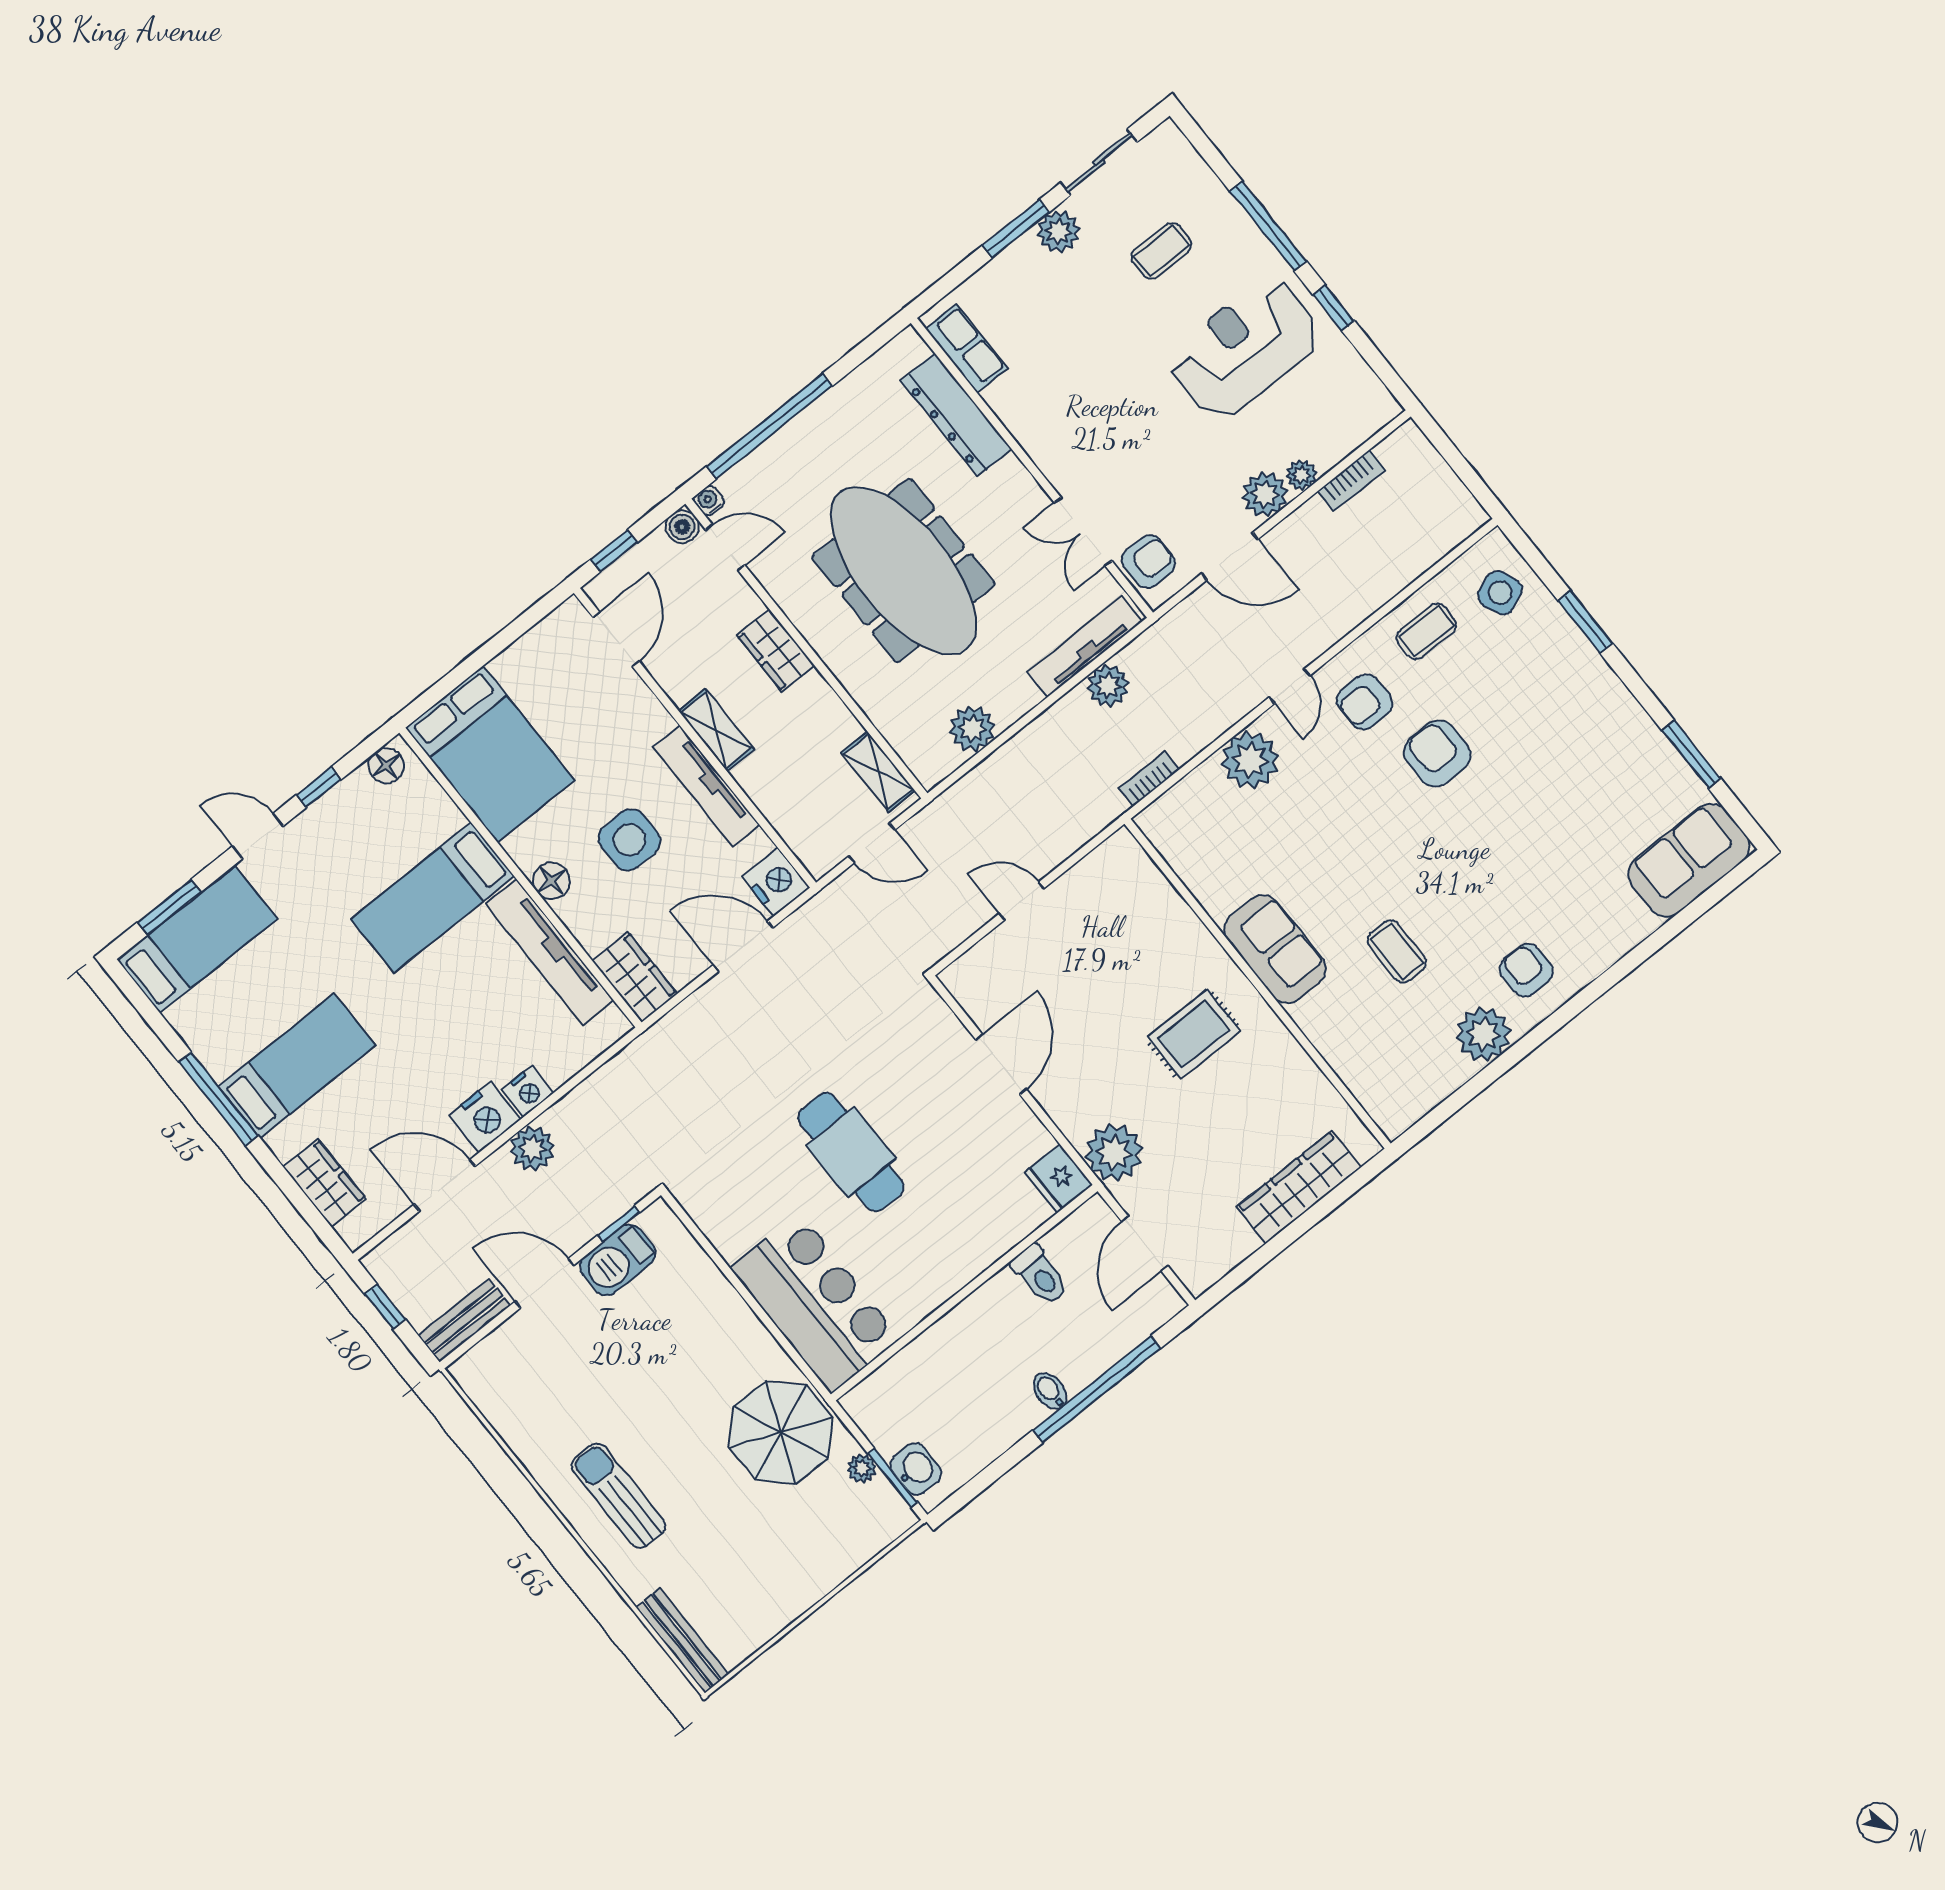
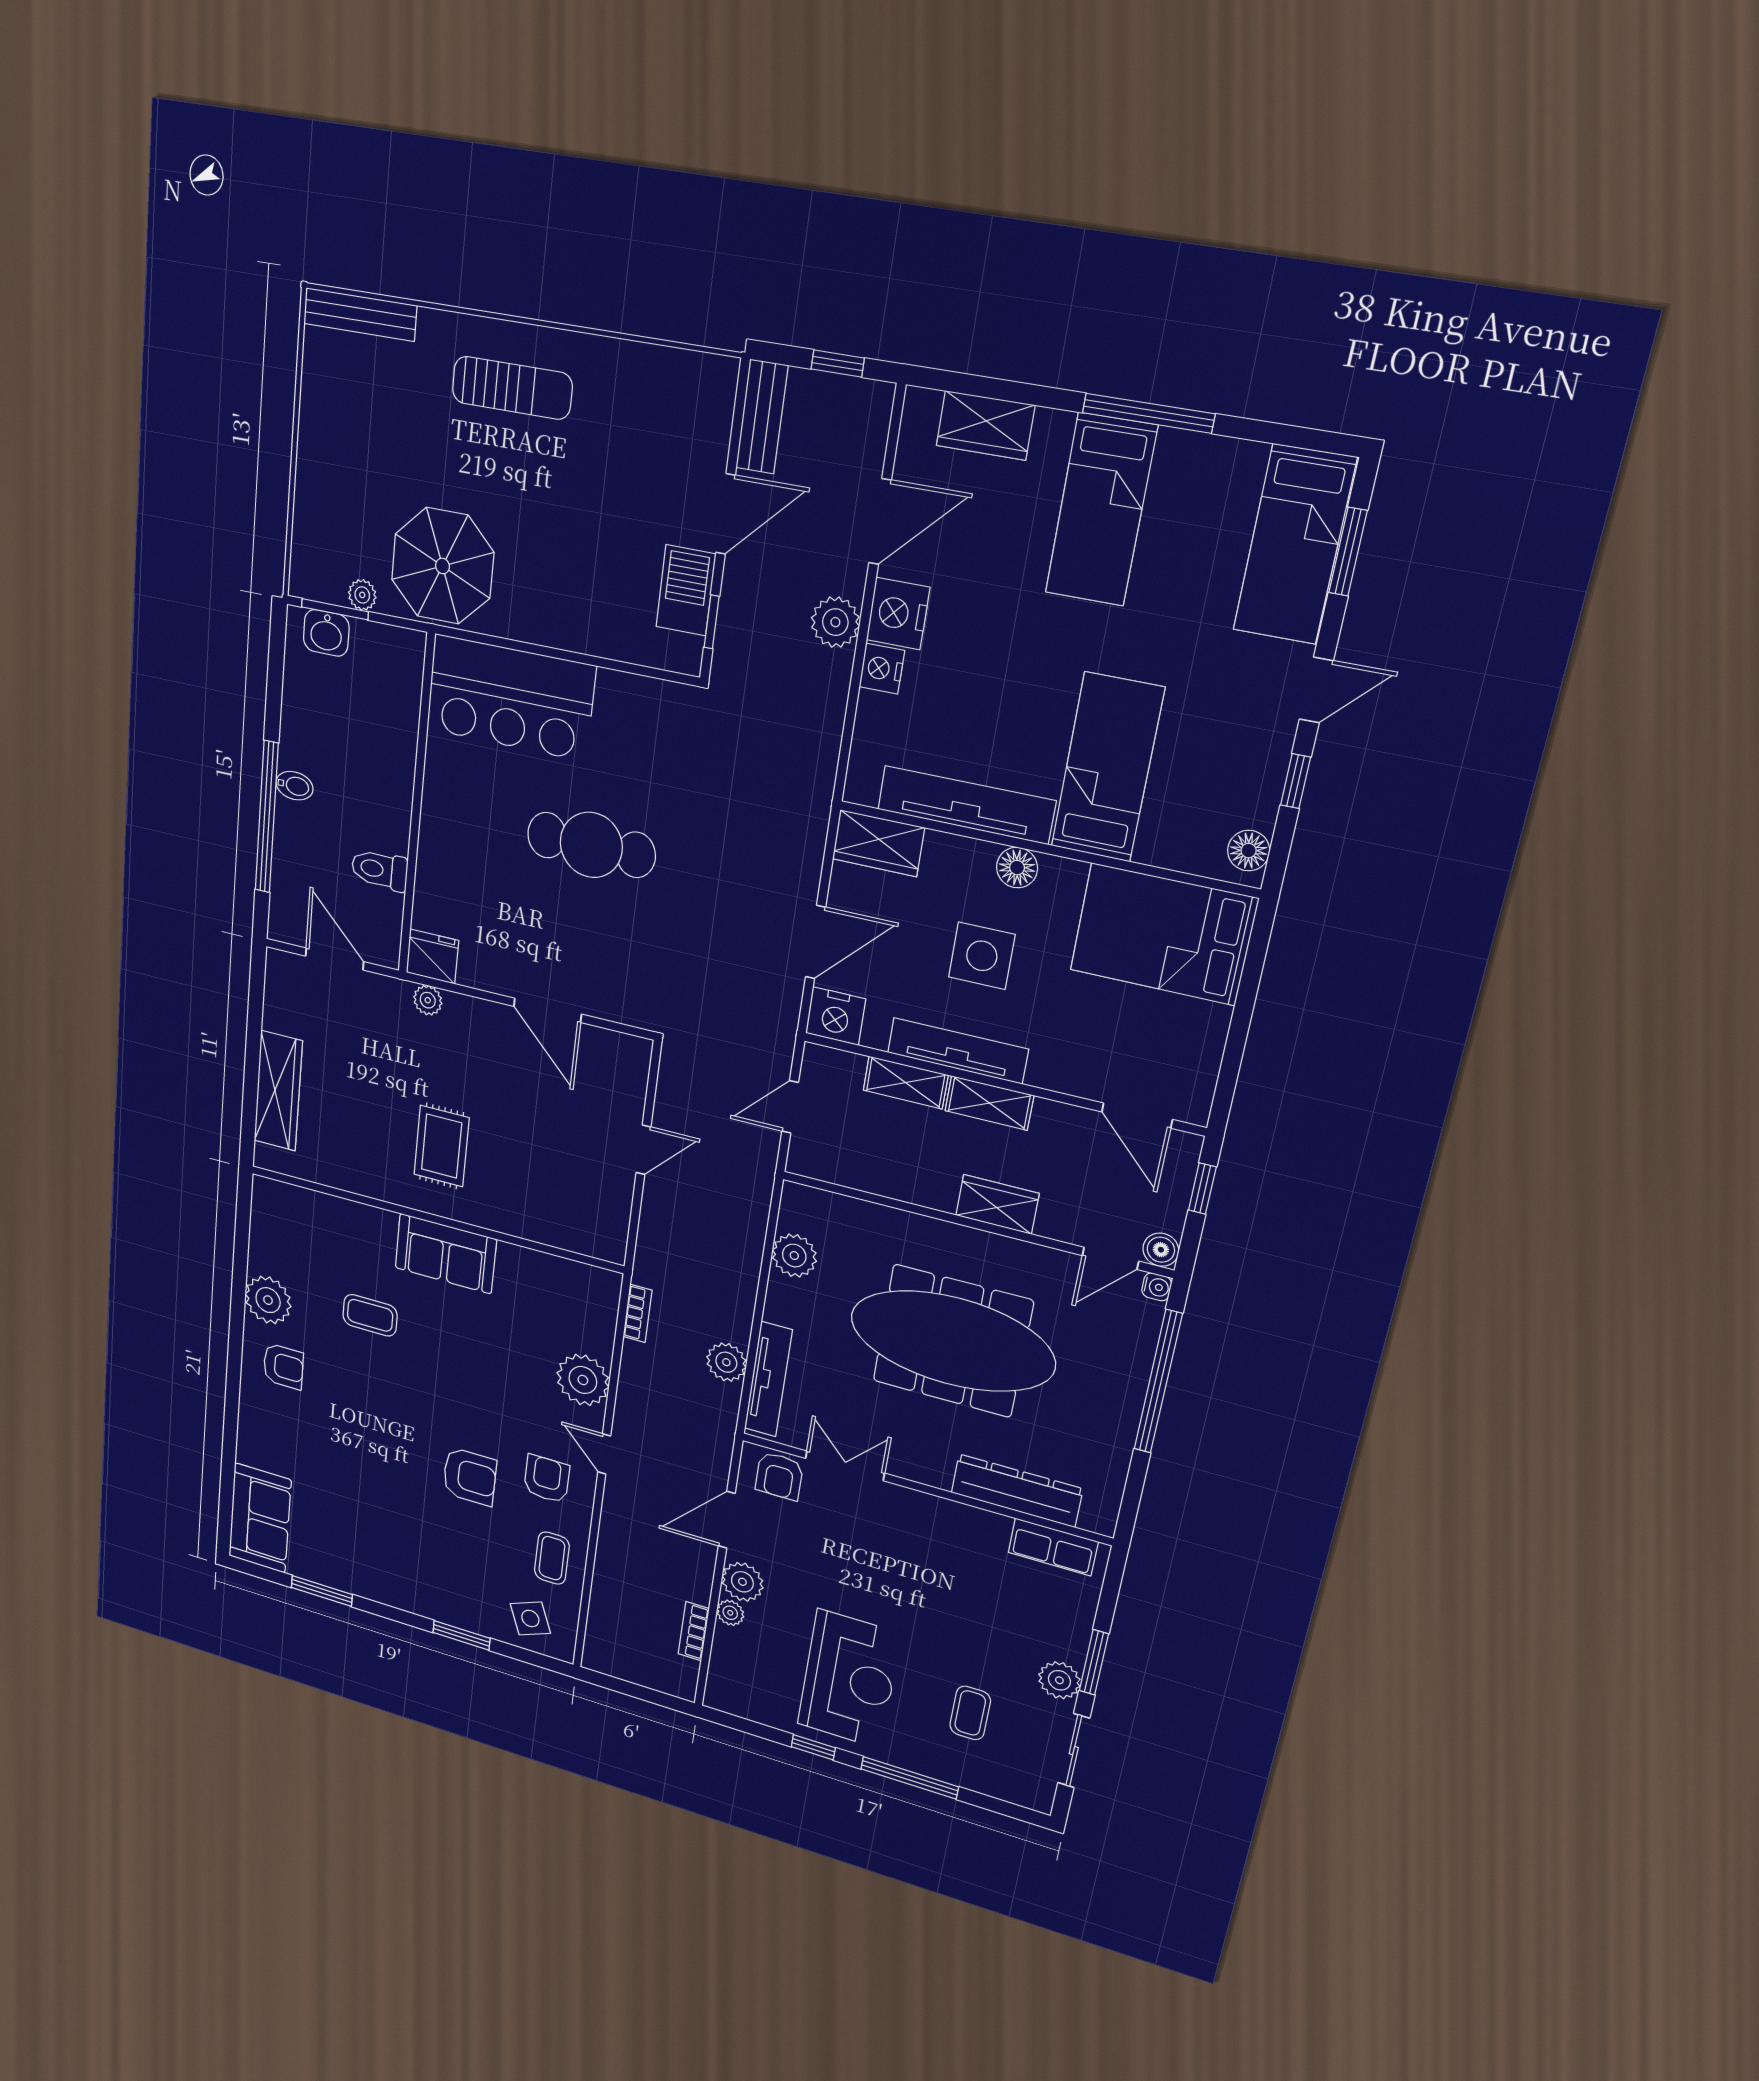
shelving: (878, 772) -> (906, 1083), moved
plant: (1114, 1153) -> (428, 1000), width x0.53, depth x0.53

